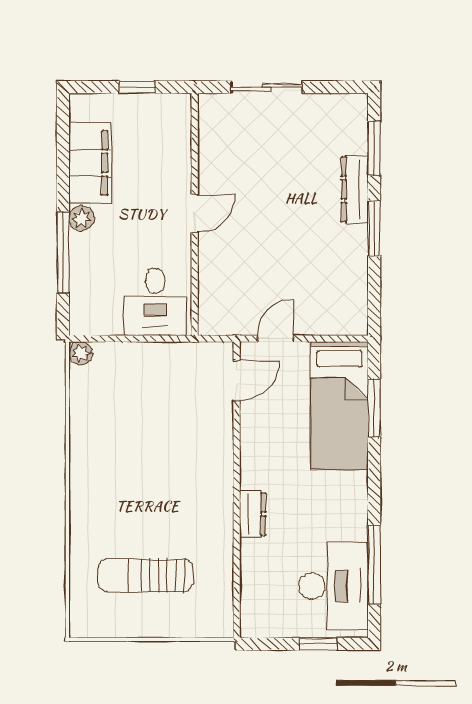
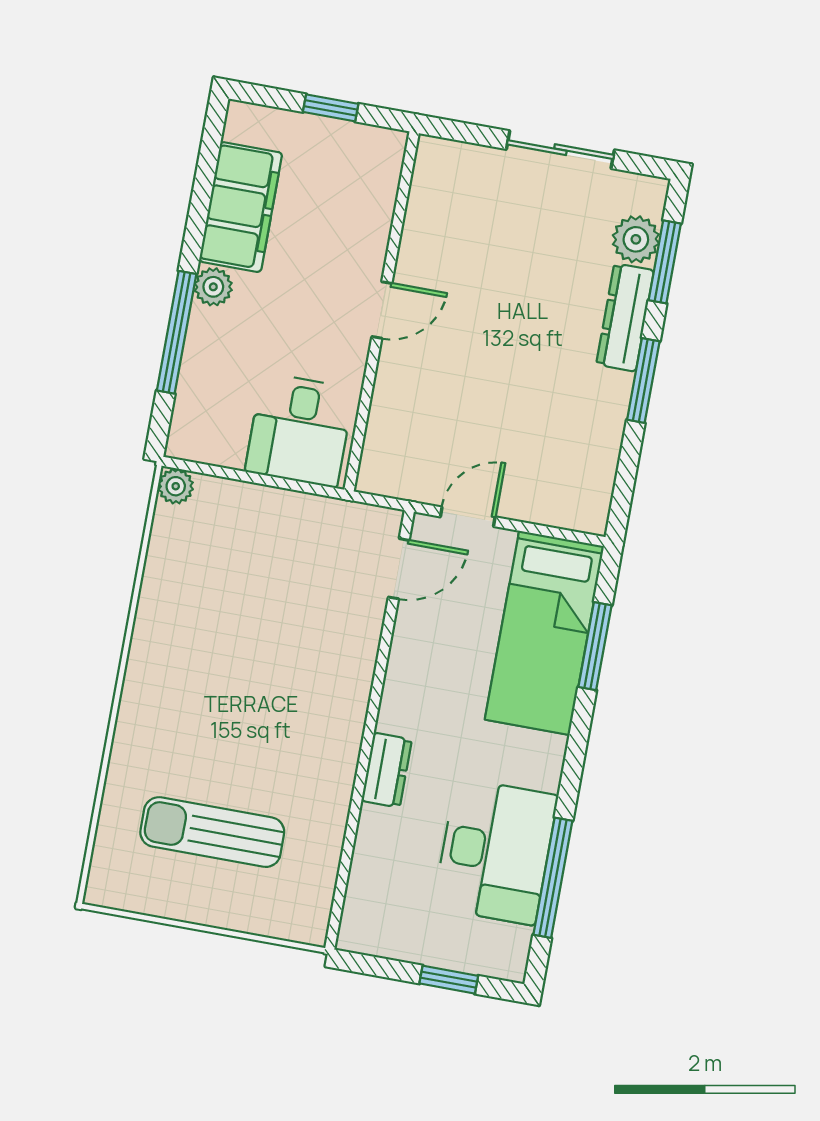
sliding door: (267, 87) -> (560, 150), moved
plant: (353, 137) -> (636, 239), added
desk: (334, 586) -> (496, 851), moved

